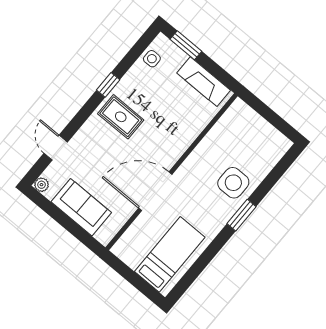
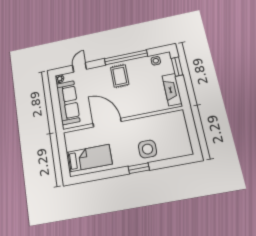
window: (108, 85) -> (126, 57), width x3.17
sofa: (81, 207) -> (68, 103), width x1.36

